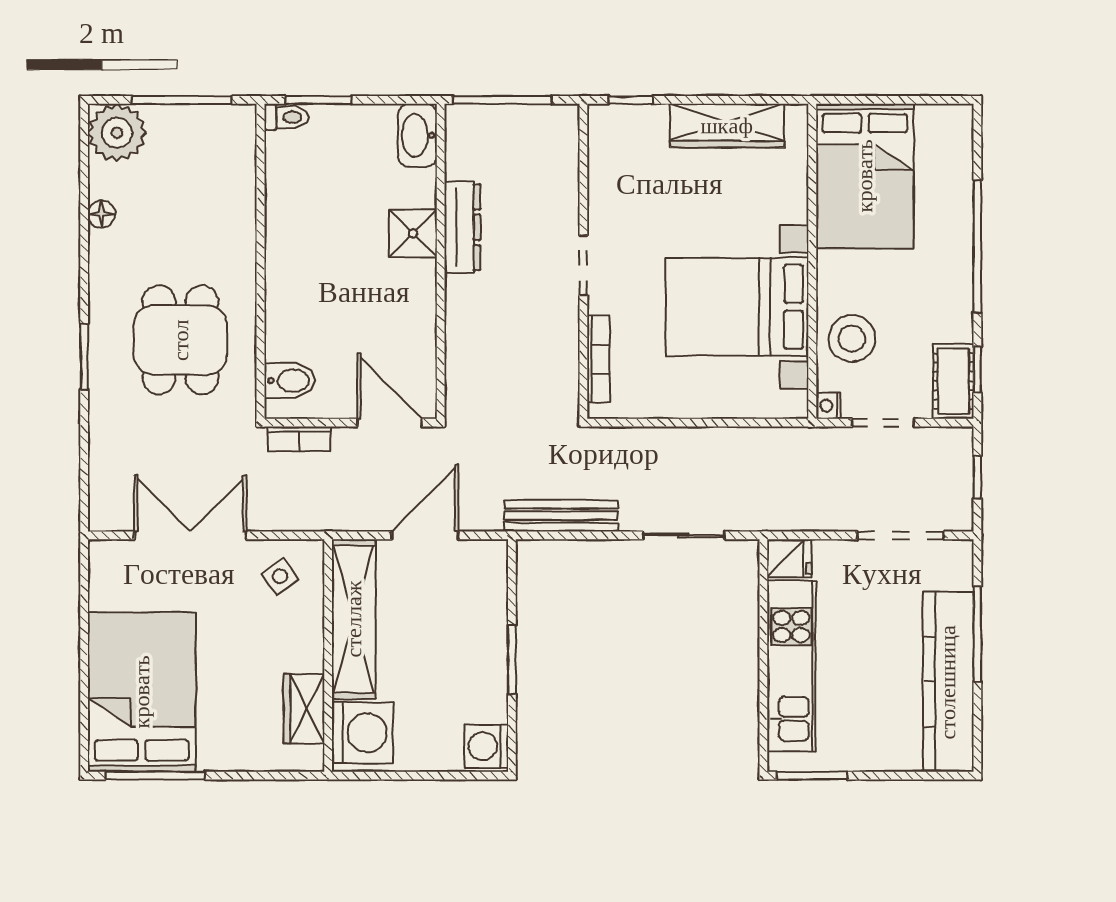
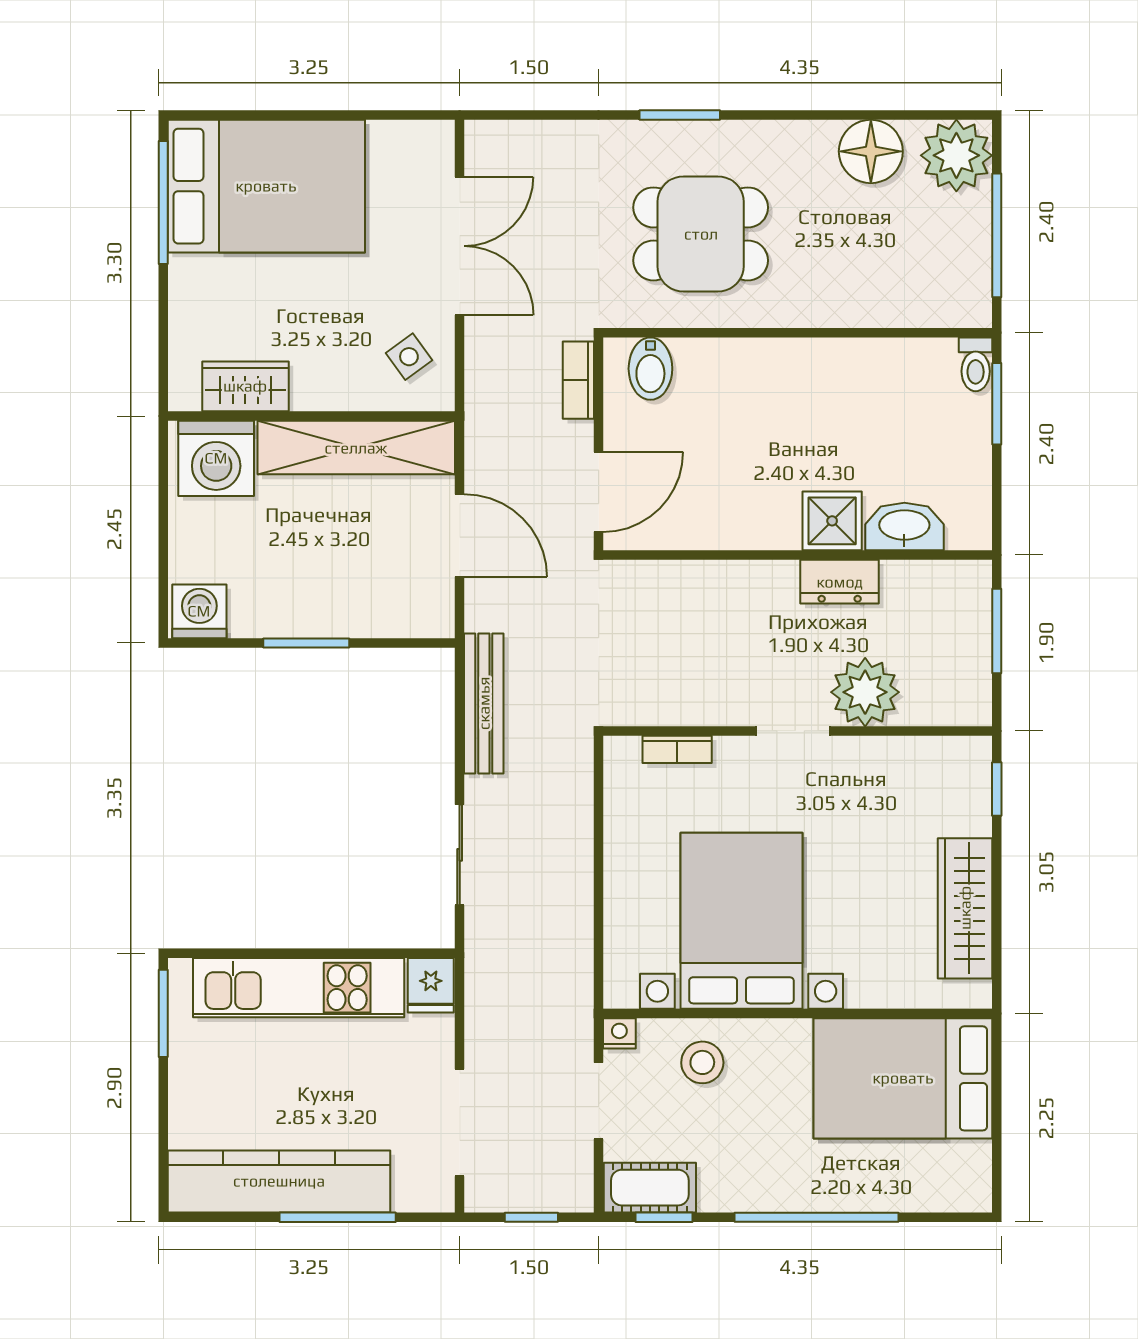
window: (502, 100) -> (997, 631), width x0.69
washbasin: (418, 135) -> (904, 526), moved
plant: (552, 207) -> (865, 692), added
floor lamp: (102, 214) -> (871, 151), width x1.89, depth x1.89
dresser: (462, 227) -> (840, 582), width x0.70
stool: (852, 339) -> (702, 1062), width x0.73, depth x0.73
bookcase: (598, 359) -> (677, 749), width x0.64

